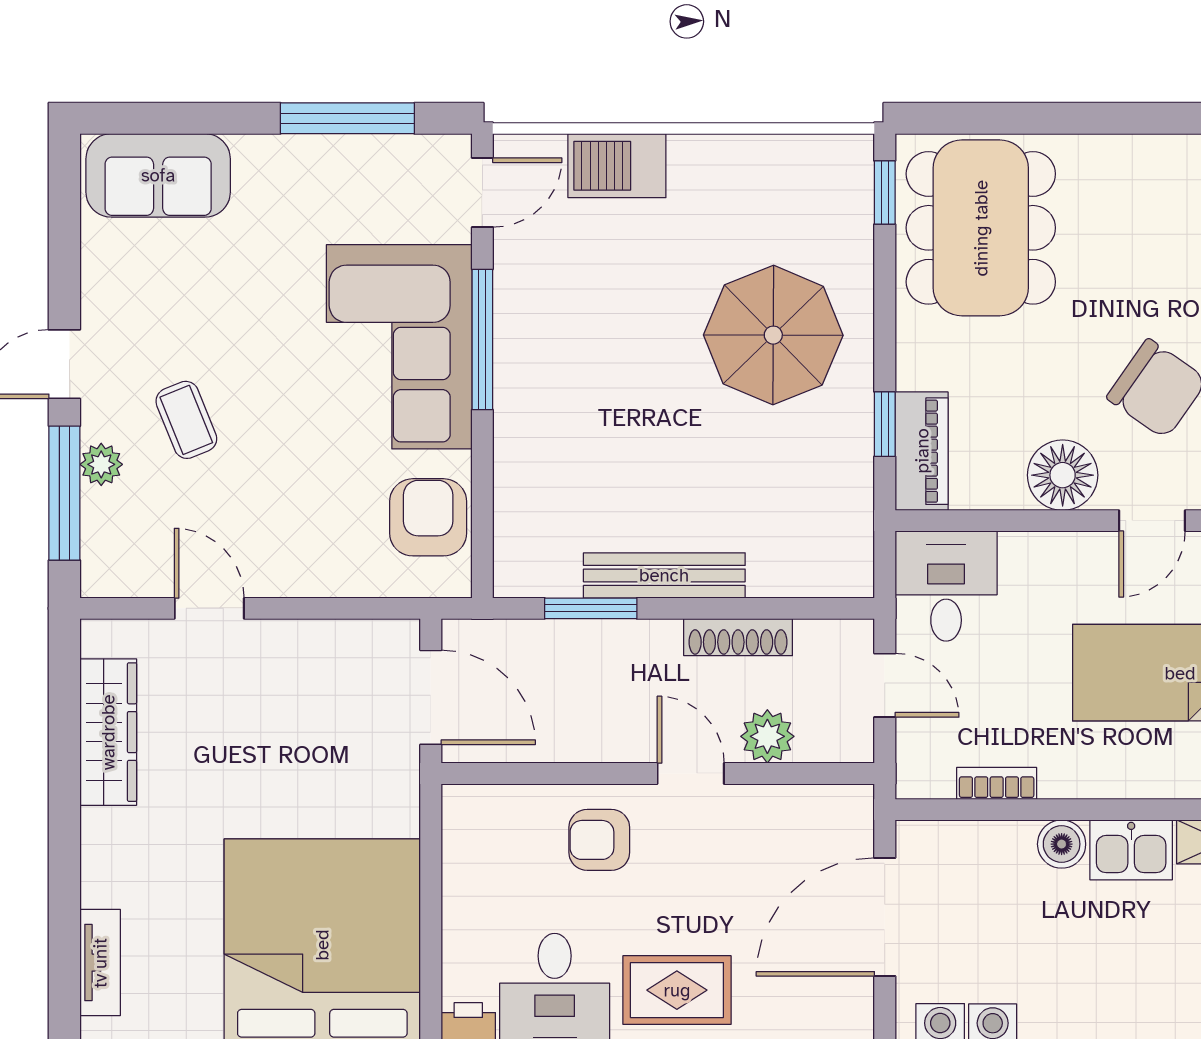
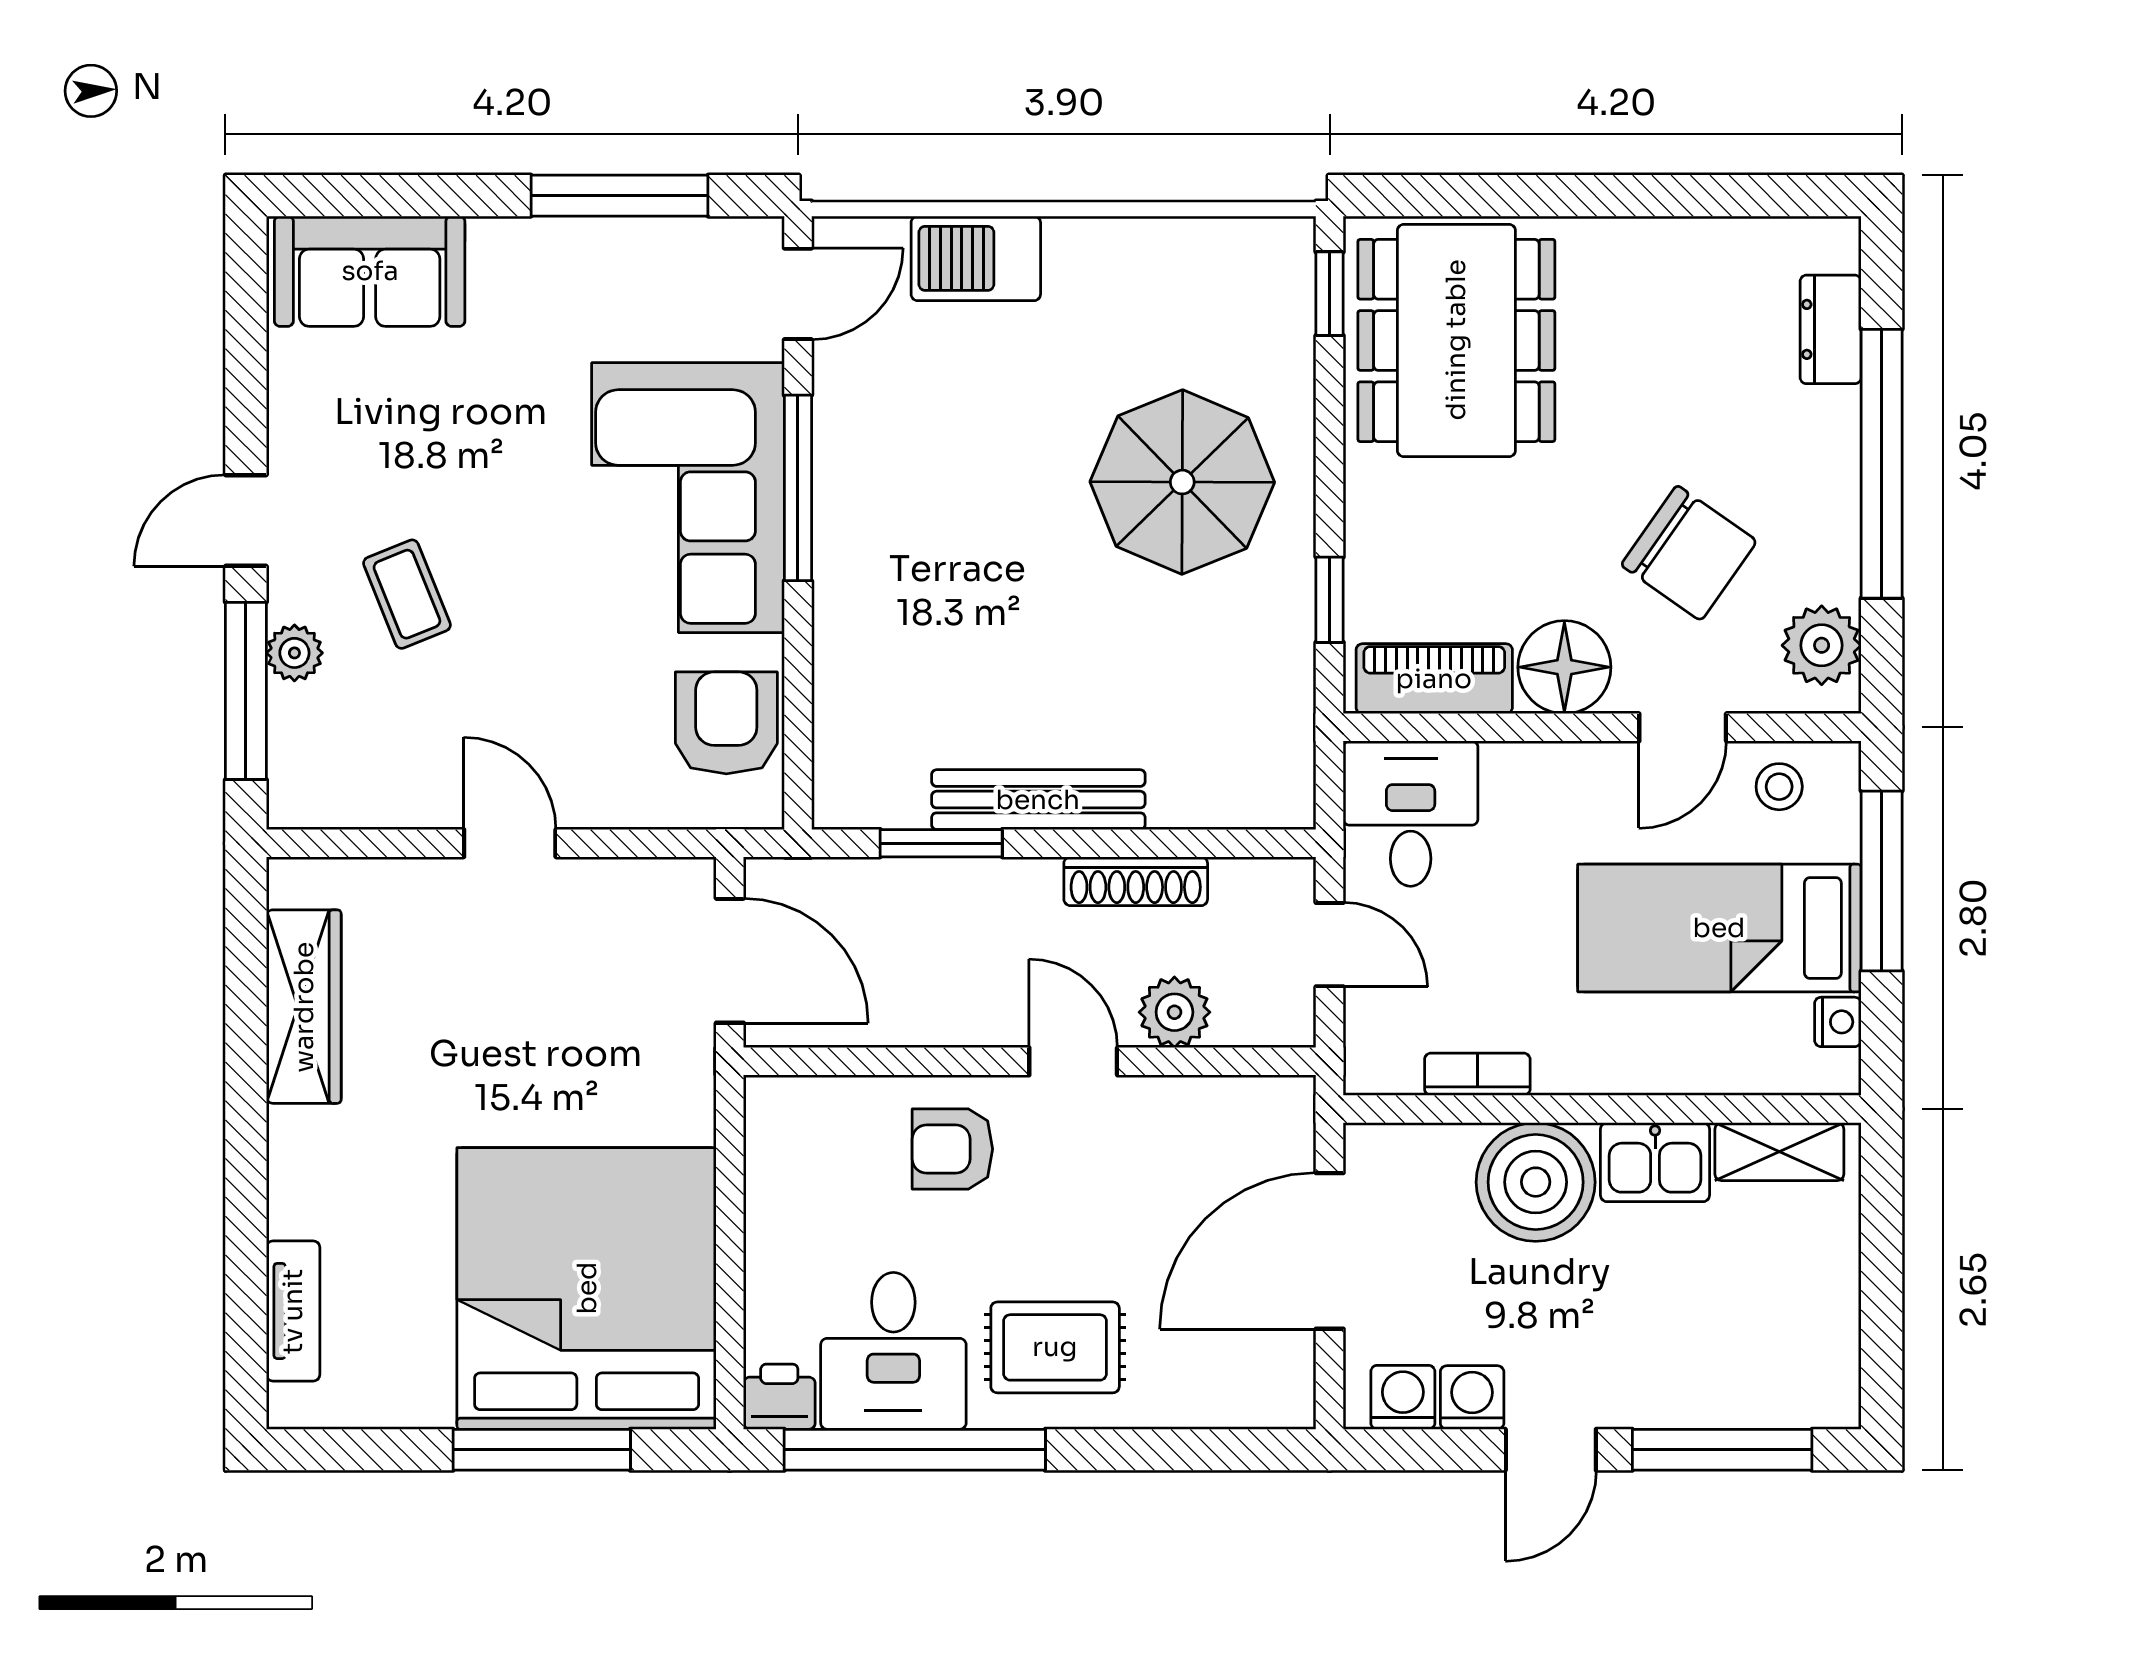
piano: (922, 451) -> (1434, 679), moved, turned -90
door: (209, 608) -> (510, 843), moved
boiler: (1062, 844) -> (1536, 1182), width x1.86, depth x1.86

